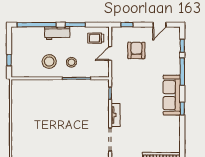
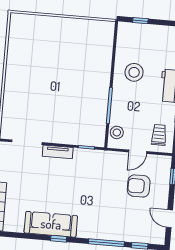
armchair: (136, 50) -> (139, 186), turned 180
door: (110, 53) -> (138, 152), swing flipped
stool: (71, 62) -> (117, 132), moved
sofa: (172, 95) -> (51, 224), moved

